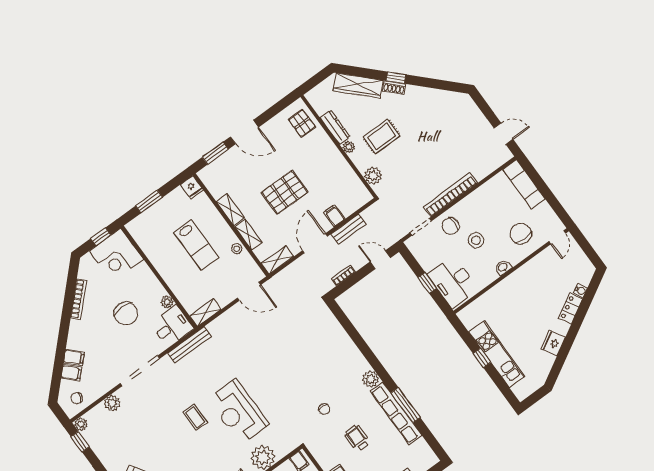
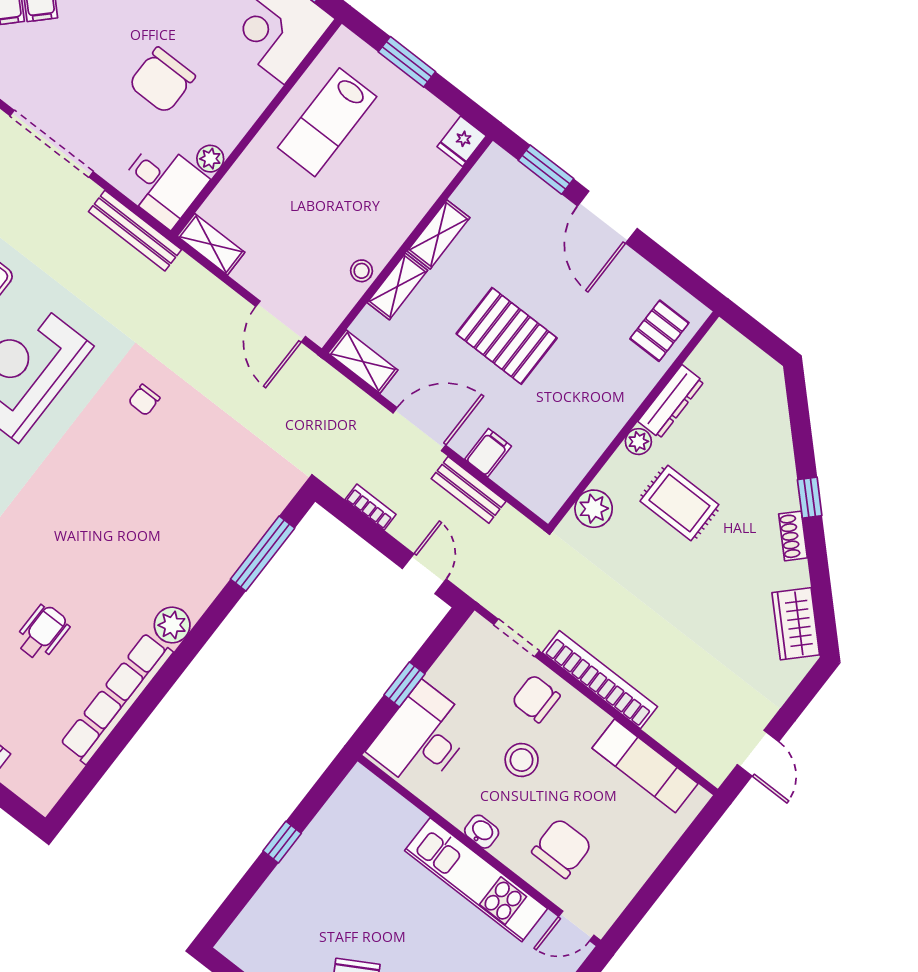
wardrobe: (358, 86) -> (796, 624), moved, width x0.67
shoe rack: (394, 87) -> (793, 536), moved
exam couch: (524, 184) -> (645, 766), moved, turned -90
lab bench: (196, 245) -> (327, 122), moved
kitchen unit: (497, 354) -> (476, 880), moved, turned 90
window: (406, 405) -> (263, 554), moved
chair: (324, 409) -> (144, 400), moved

